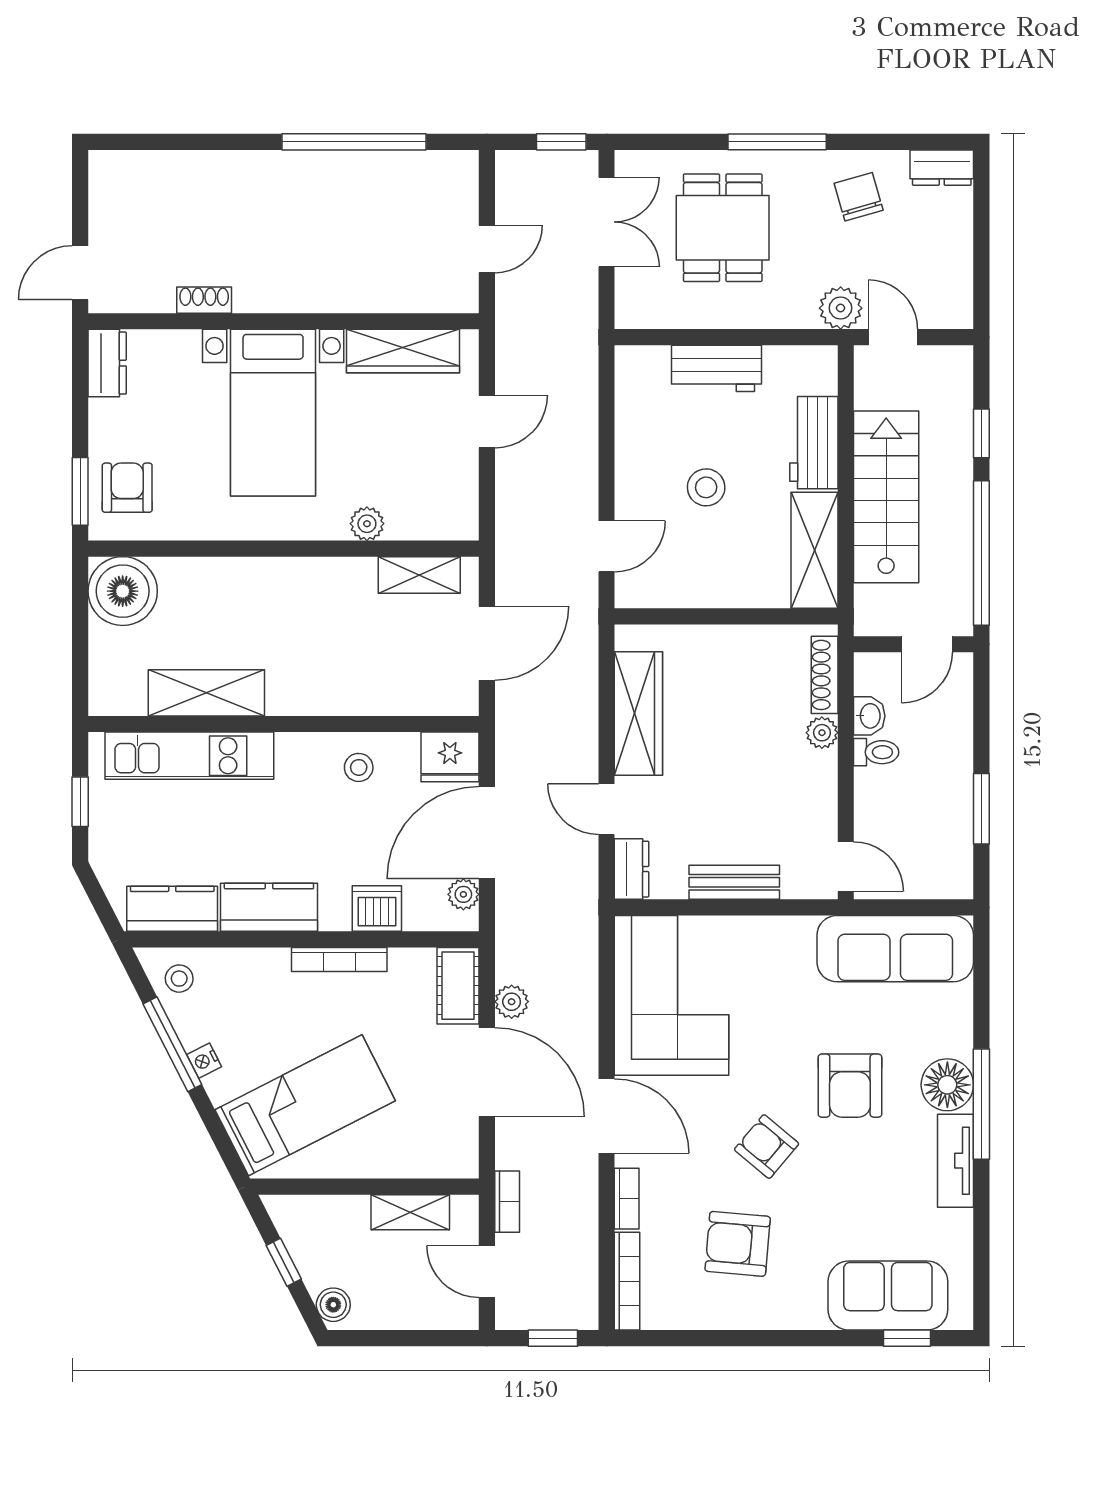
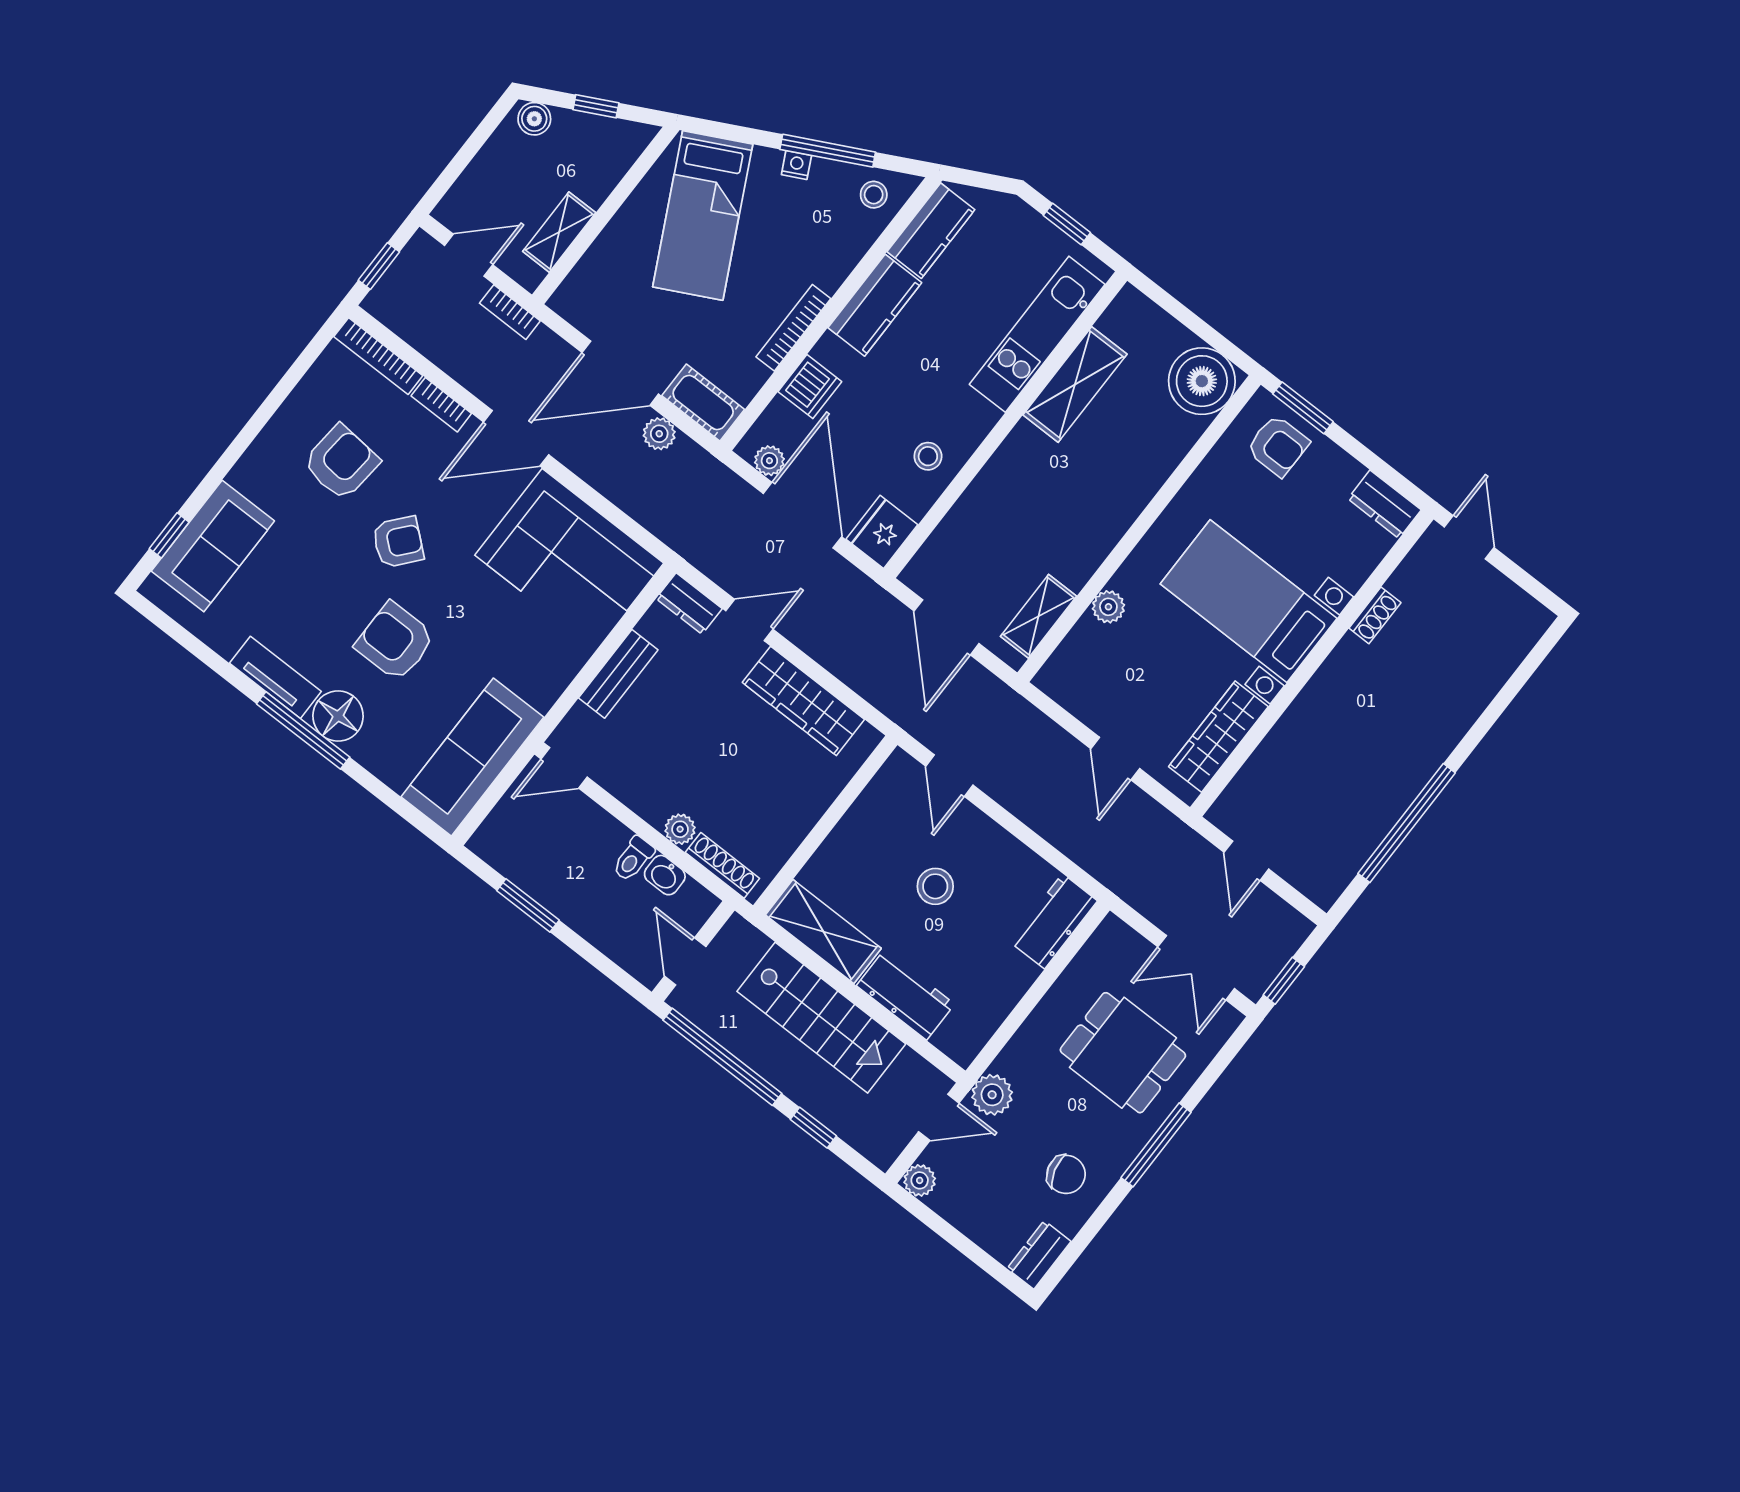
plant: (957, 313) -> (920, 1180), added
workbench: (717, 368) -> (1053, 921), moved

